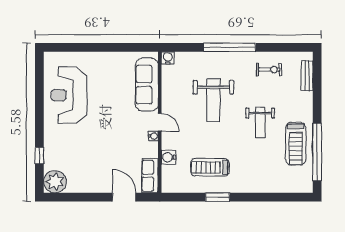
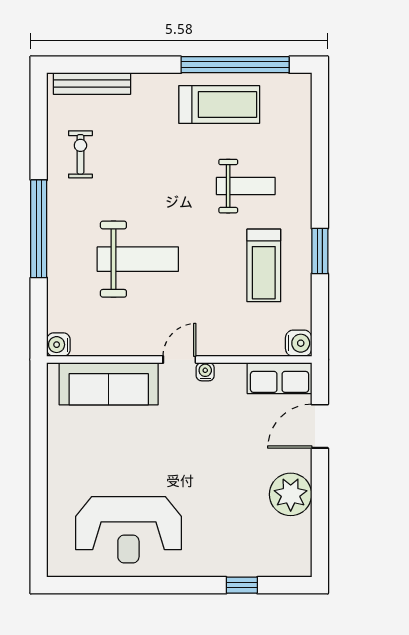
bench: (307, 76) -> (92, 83), width x1.36
weight bench: (260, 123) -> (246, 186), moved
water cooler: (168, 157) -> (299, 343), moved, turned -90
plant: (55, 182) -> (291, 494), moved

